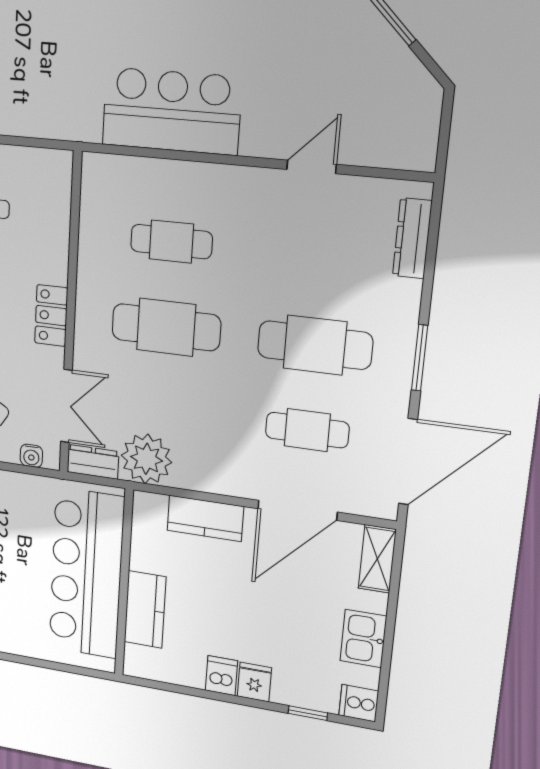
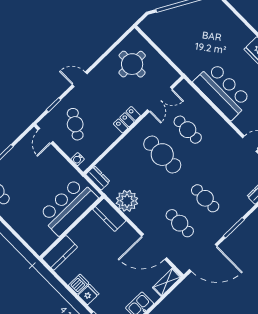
cafe table: (315, 345) -> (205, 198), width x0.73, depth x0.74
double door: (66, 406) -> (160, 99), moved
plant: (146, 459) -> (127, 201), moved
kitchen counter: (205, 518) -> (109, 215), moved
bar counter: (86, 573) -> (68, 207), width x0.73
kitchen counter: (145, 609) -> (60, 253), moved

